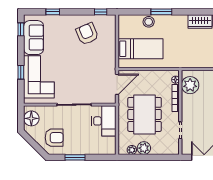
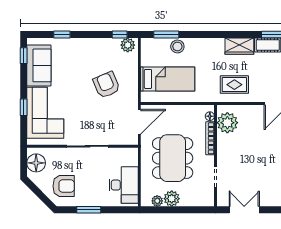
window: (161, 12) -> (166, 35), moved
plant: (107, 21) -> (128, 45), added
armchair: (87, 34) -> (106, 85), moved
rug: (196, 53) -> (234, 85), added
desk: (104, 121) -> (124, 185), moved

